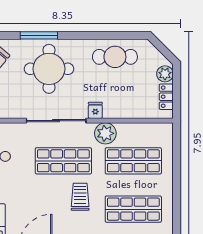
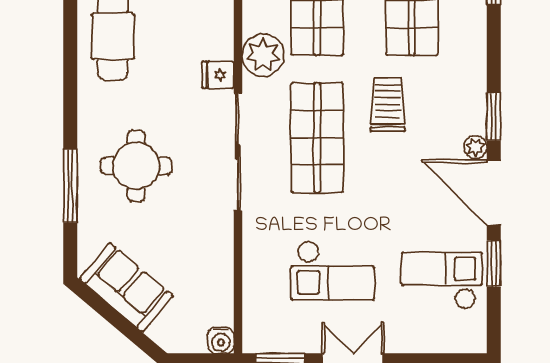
round table: (49, 69) -> (136, 166), width x0.73, depth x0.73
trolley: (80, 197) -> (388, 105), turned 90

